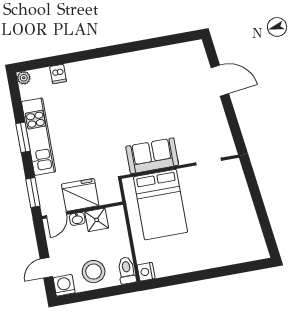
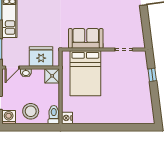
window: (254, 190) -> (152, 75), added
fridge: (80, 195) -> (41, 56), moved
shower: (97, 220) -> (52, 76), moved

